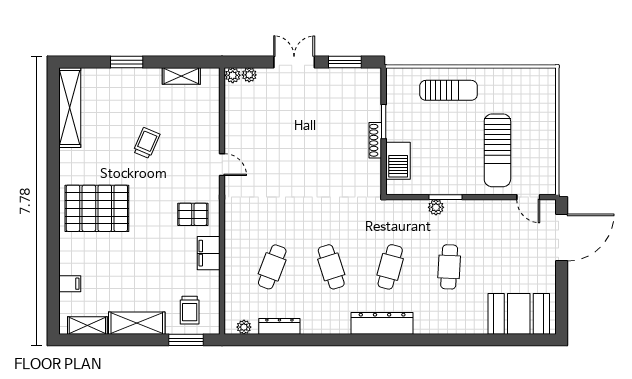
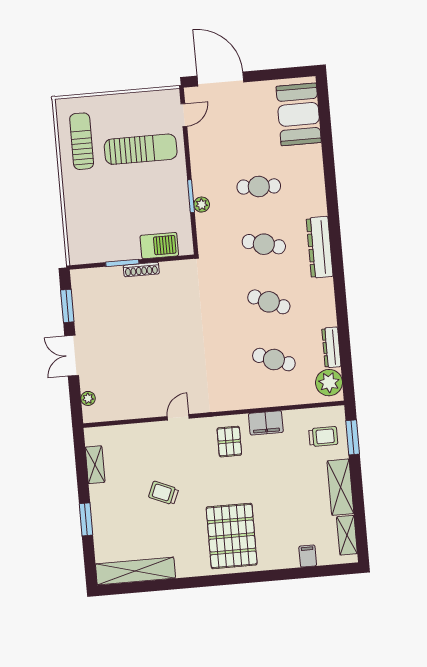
plant: (233, 75) -> (90, 415), removed
sun lounger: (449, 90) -> (82, 141), moved
cafe table: (331, 267) -> (269, 302), turned 42
plant: (244, 327) -> (329, 383), width x1.88, depth x1.88

